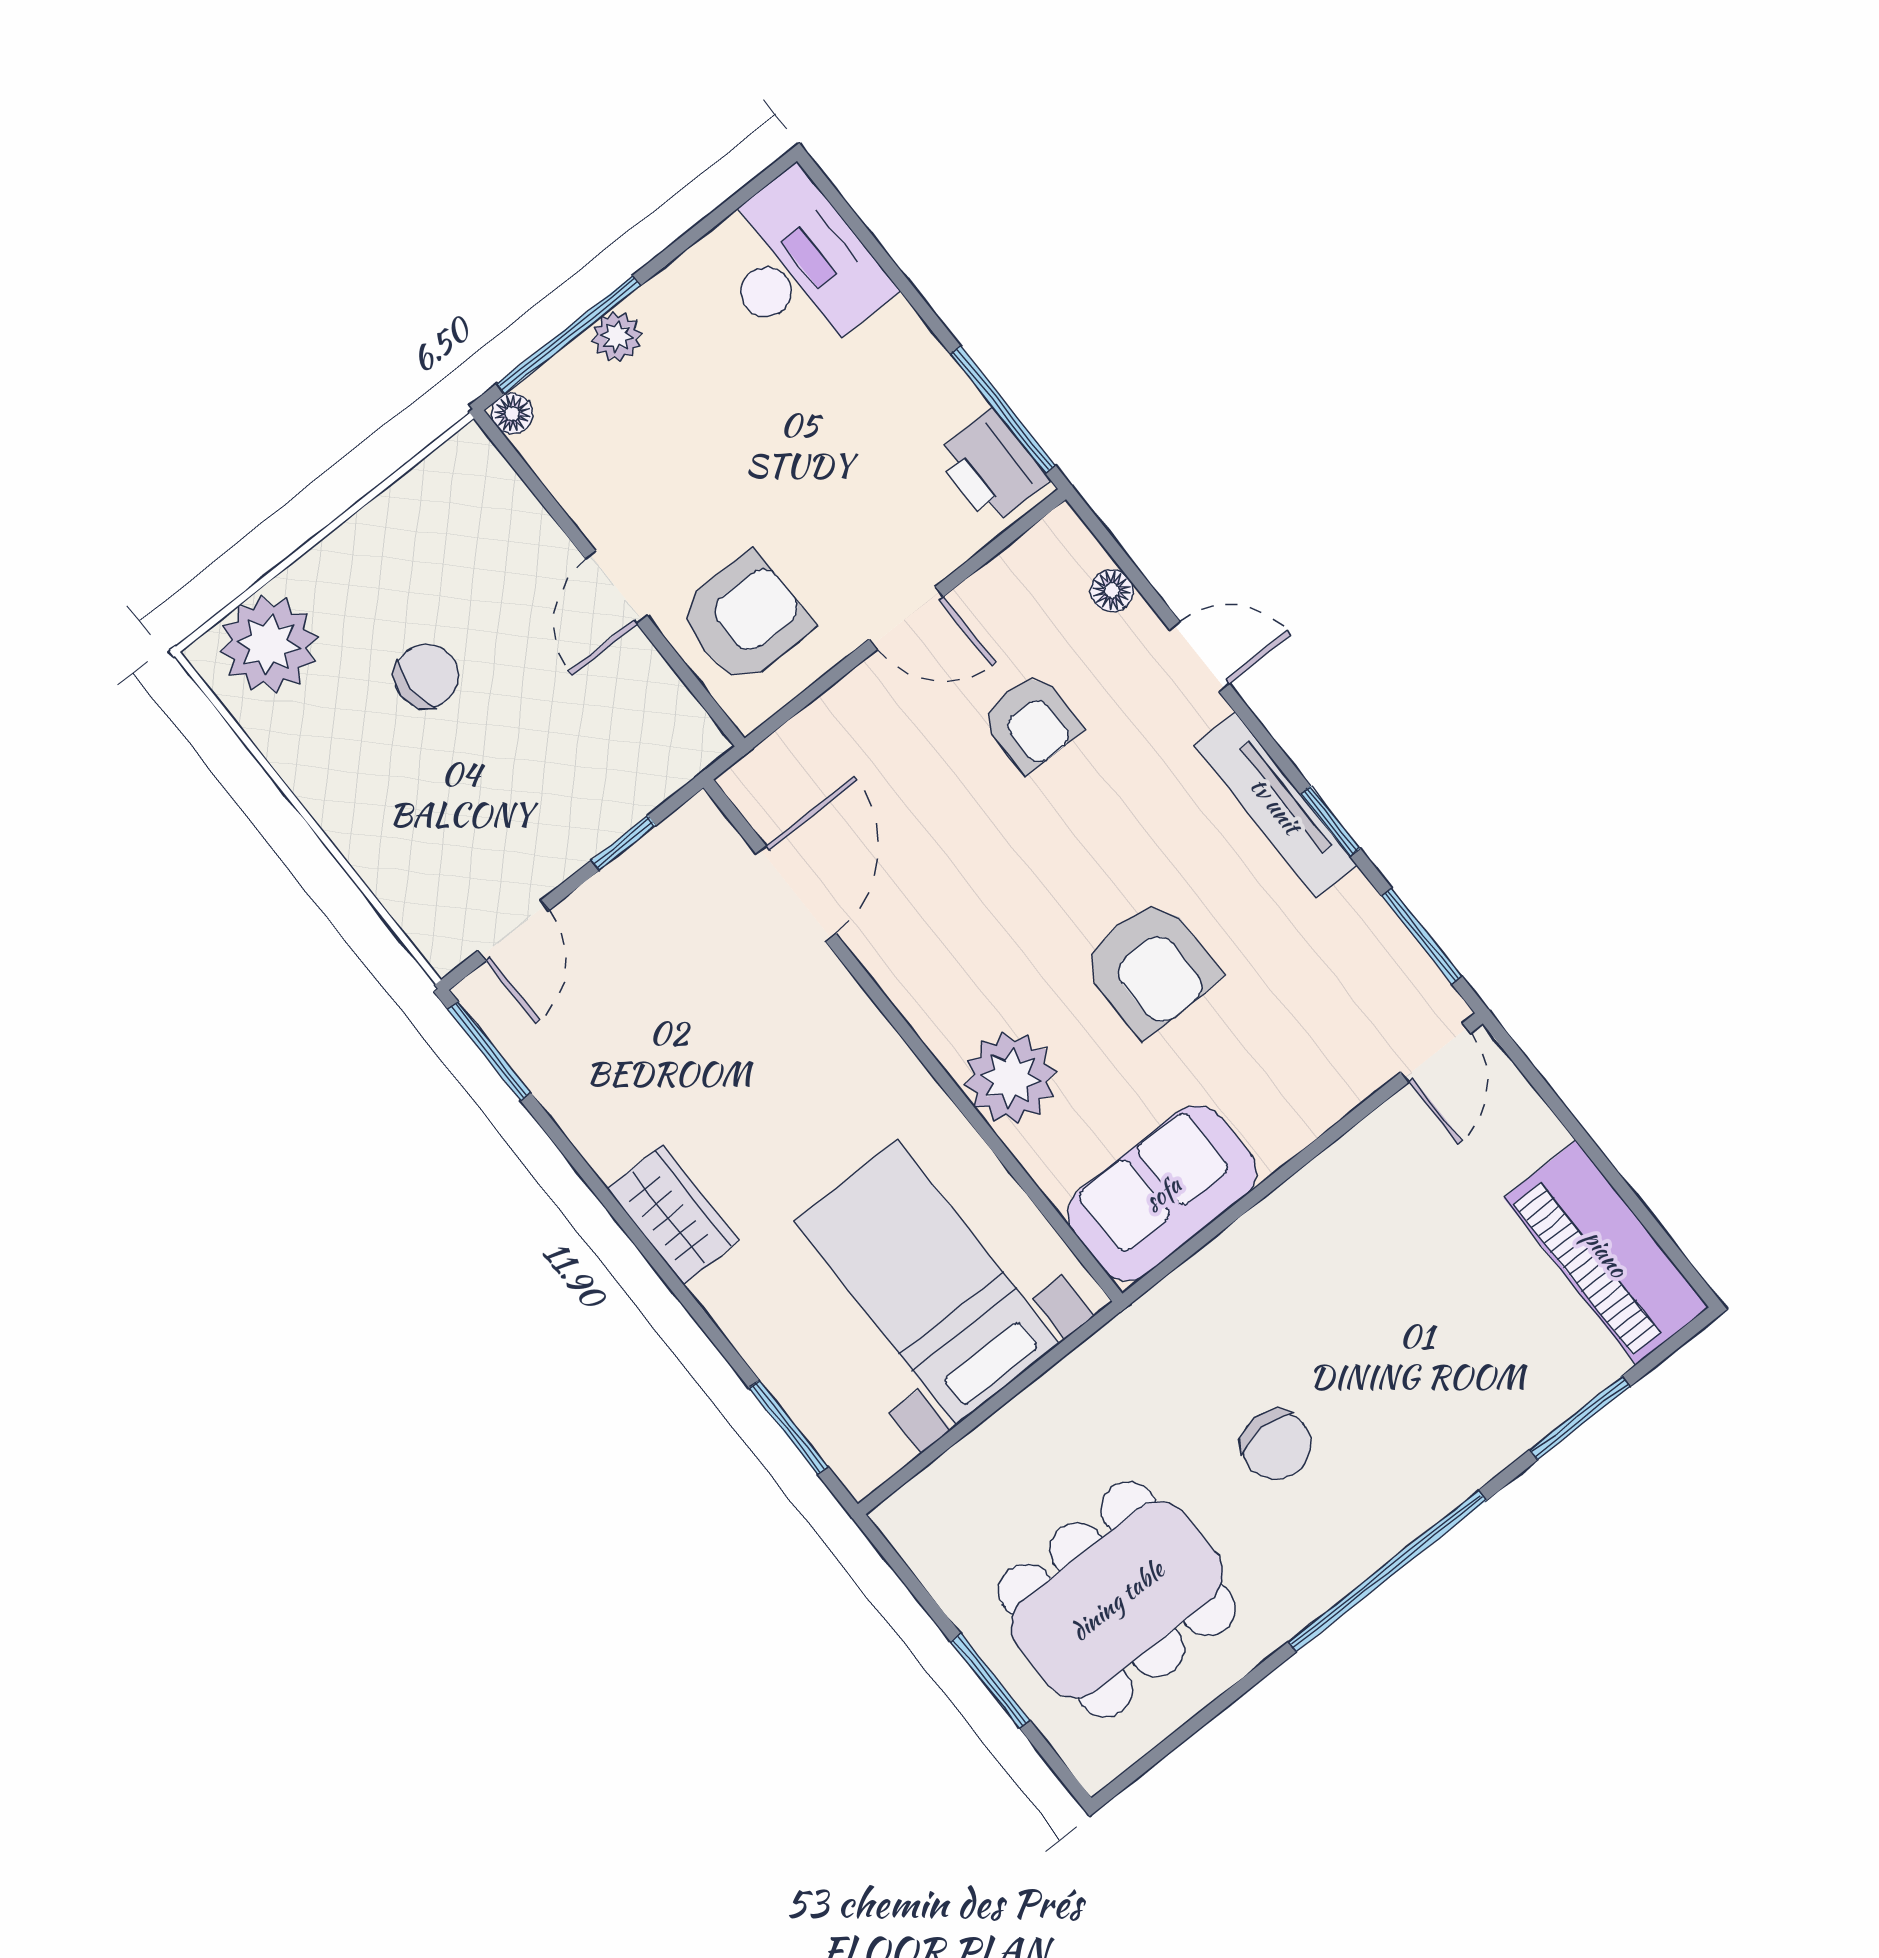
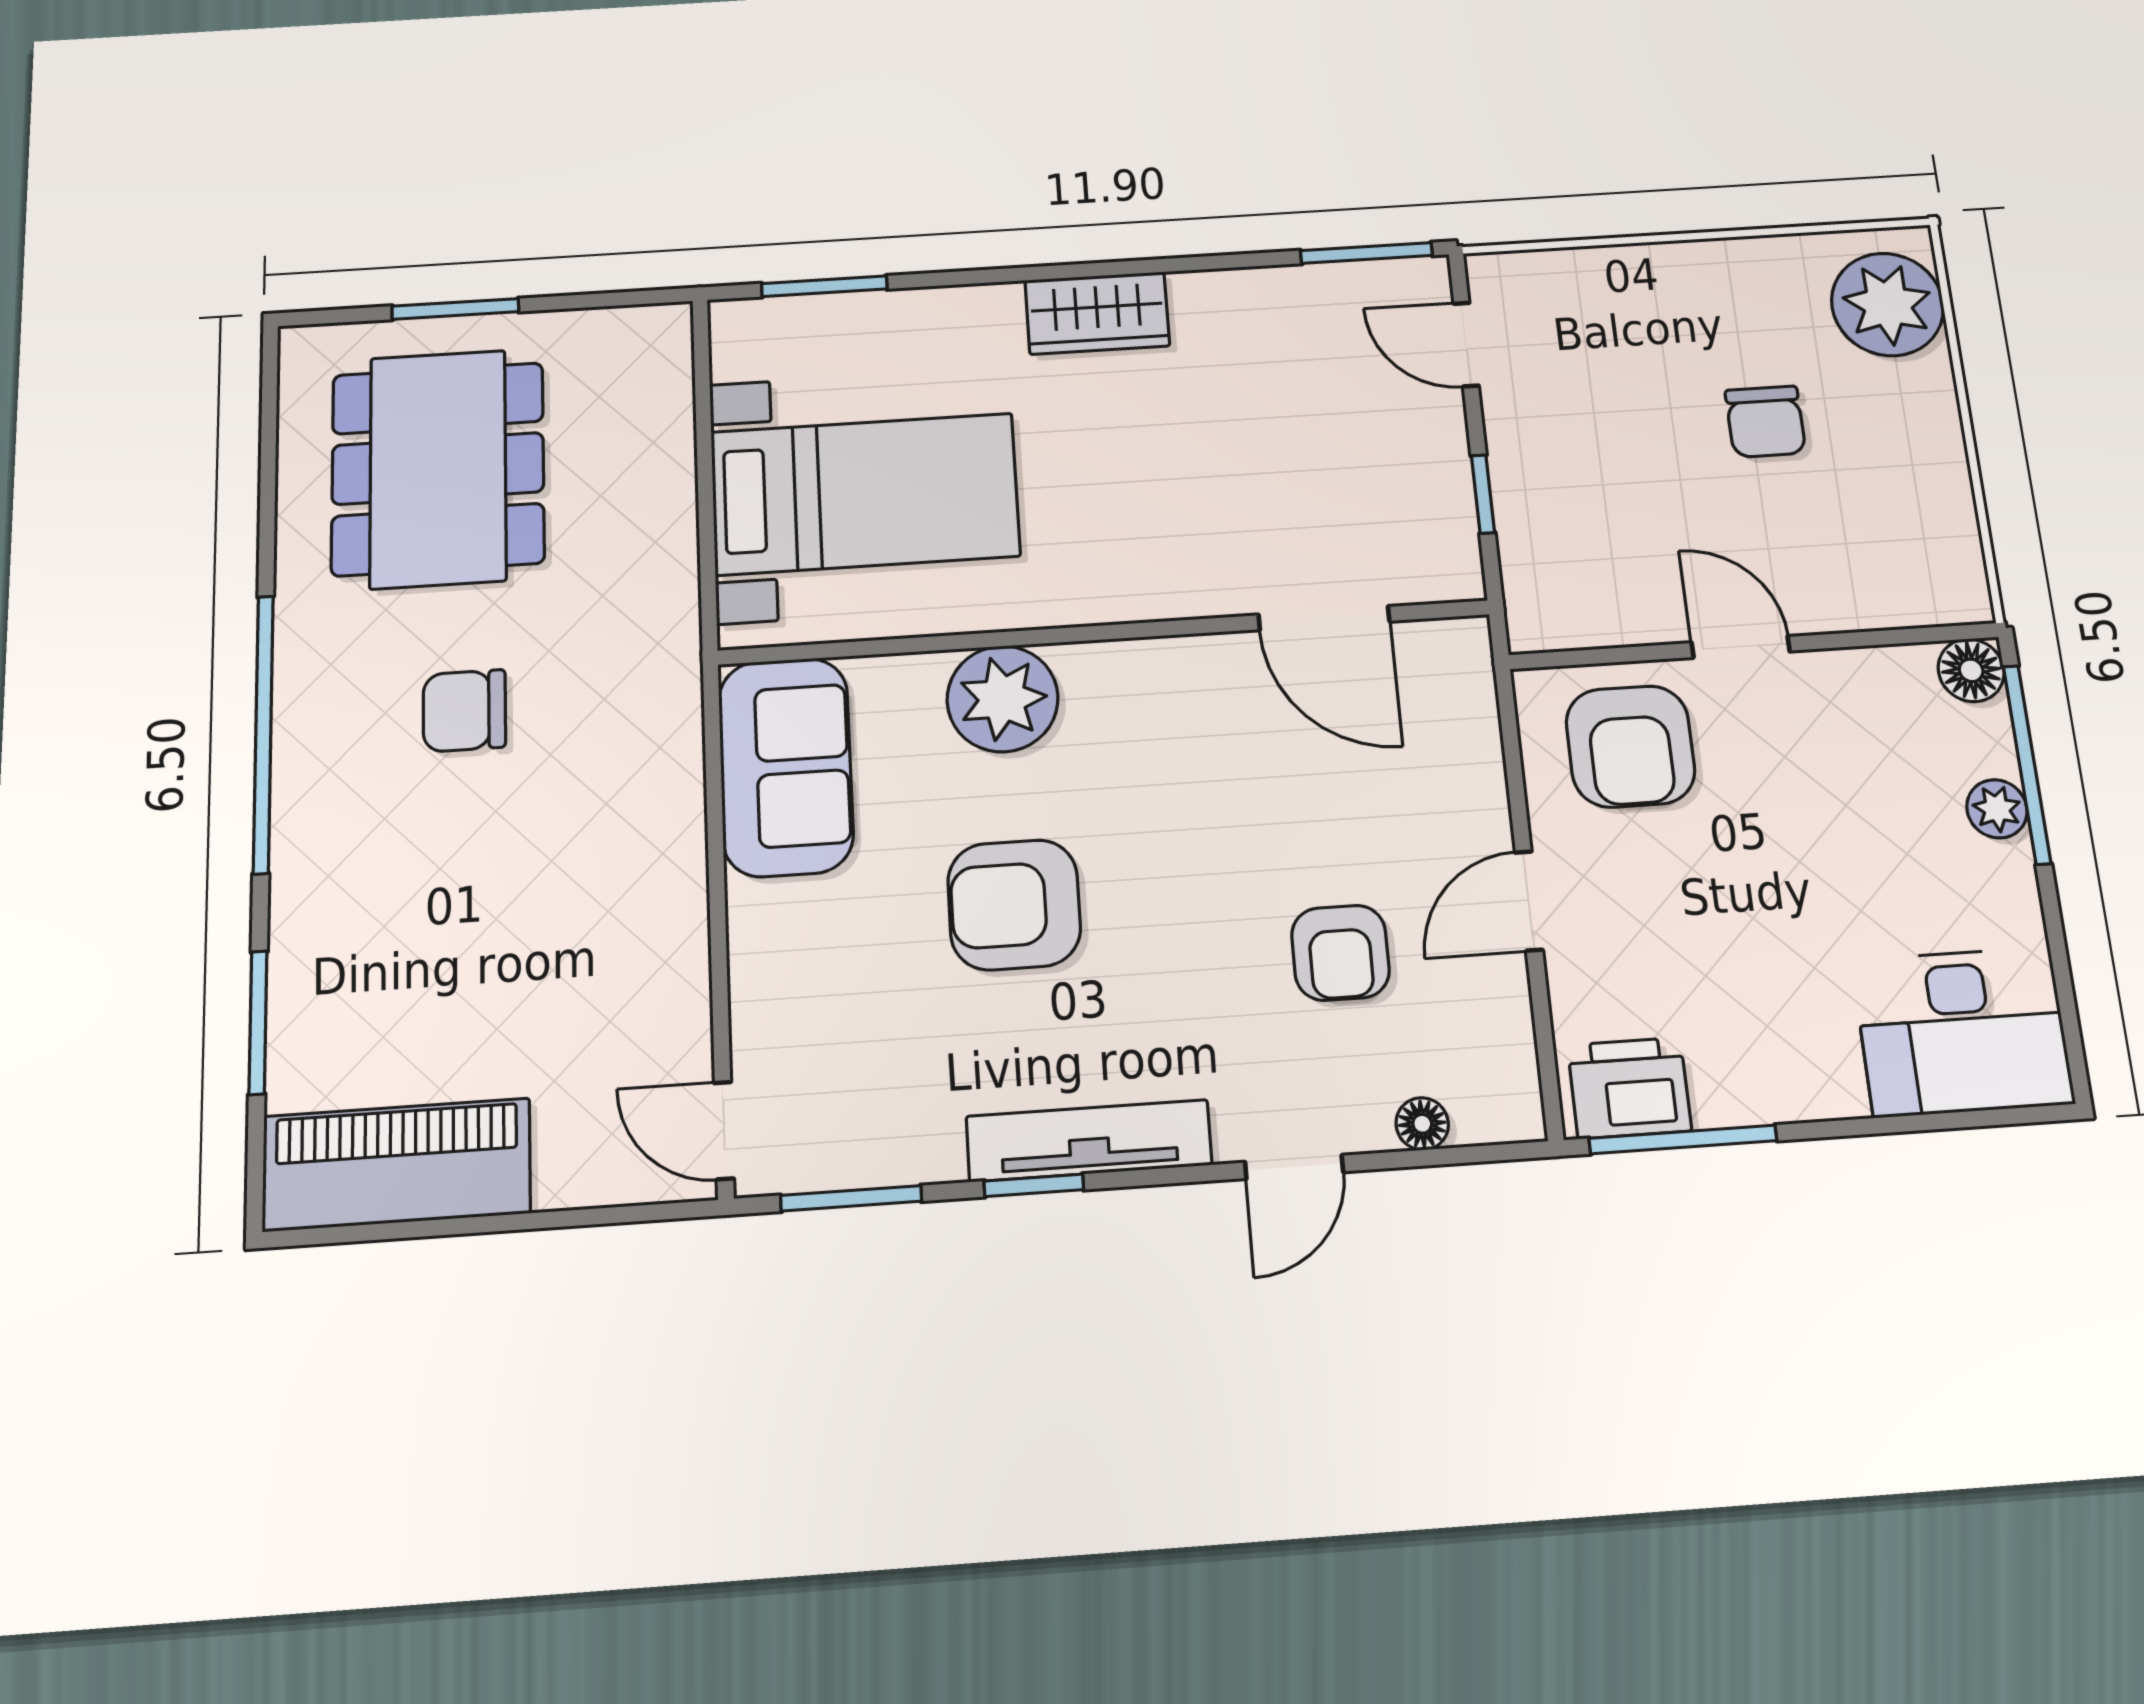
floor lamp: (512, 414) -> (1971, 670), width x1.37, depth x1.37
armchair: (1031, 723) -> (1340, 953), turned -90

